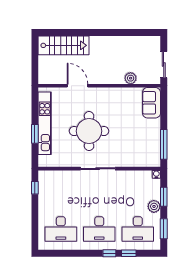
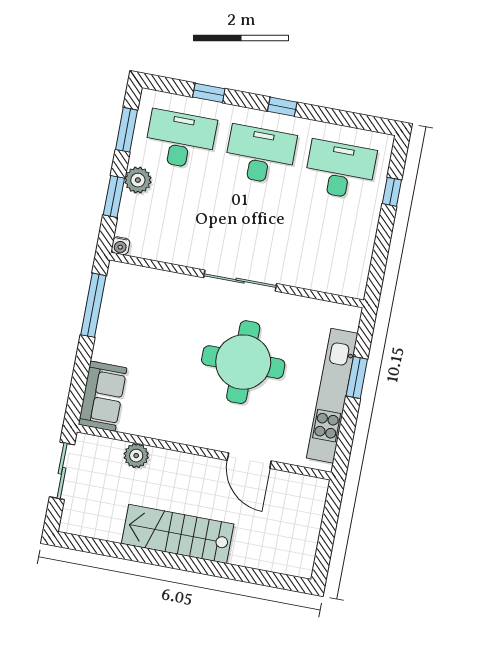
stairs: (63, 45) -> (178, 534), moved
window: (35, 188) -> (392, 192), moved
window: (109, 253) -> (282, 107), moved

